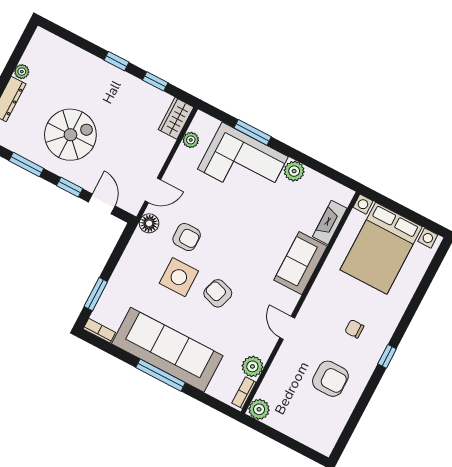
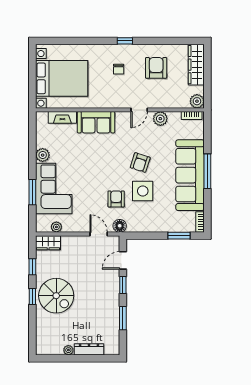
spiral stairs: (70, 135) -> (56, 296), moved, turned 180
plant: (252, 366) -> (160, 119), moved
wardrobe: (307, 433) -> (196, 65), added

